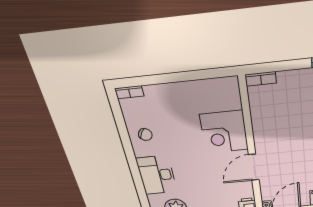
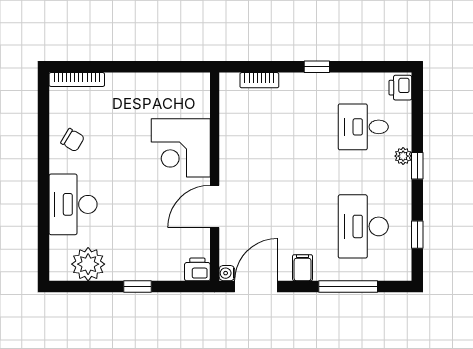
bookcase: (261, 79) -> (259, 80), moved
bookcase: (129, 92) -> (77, 80), width x1.56

